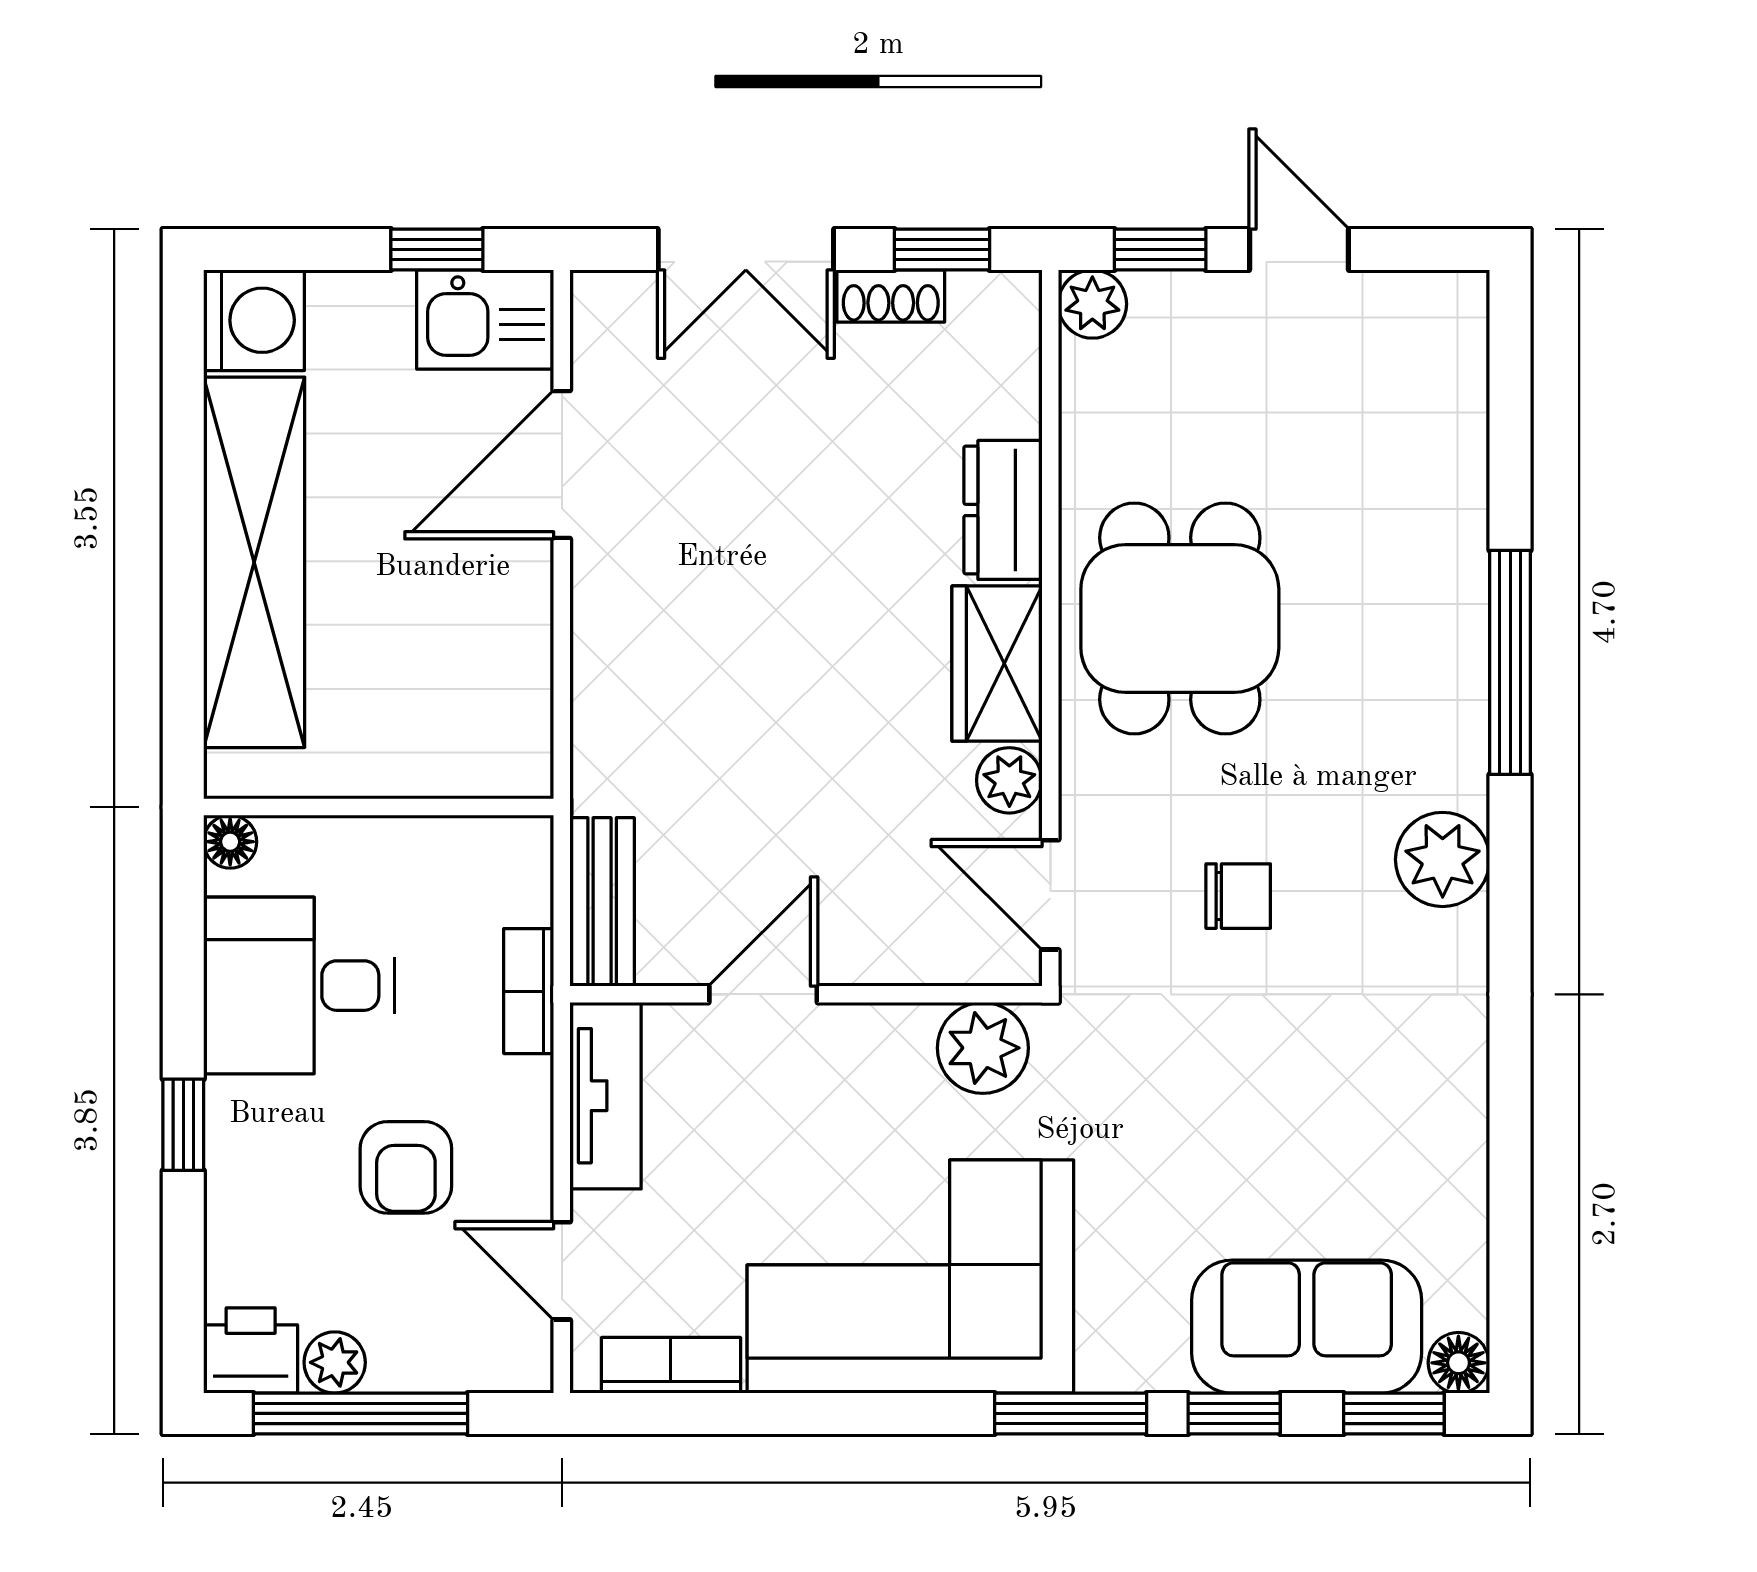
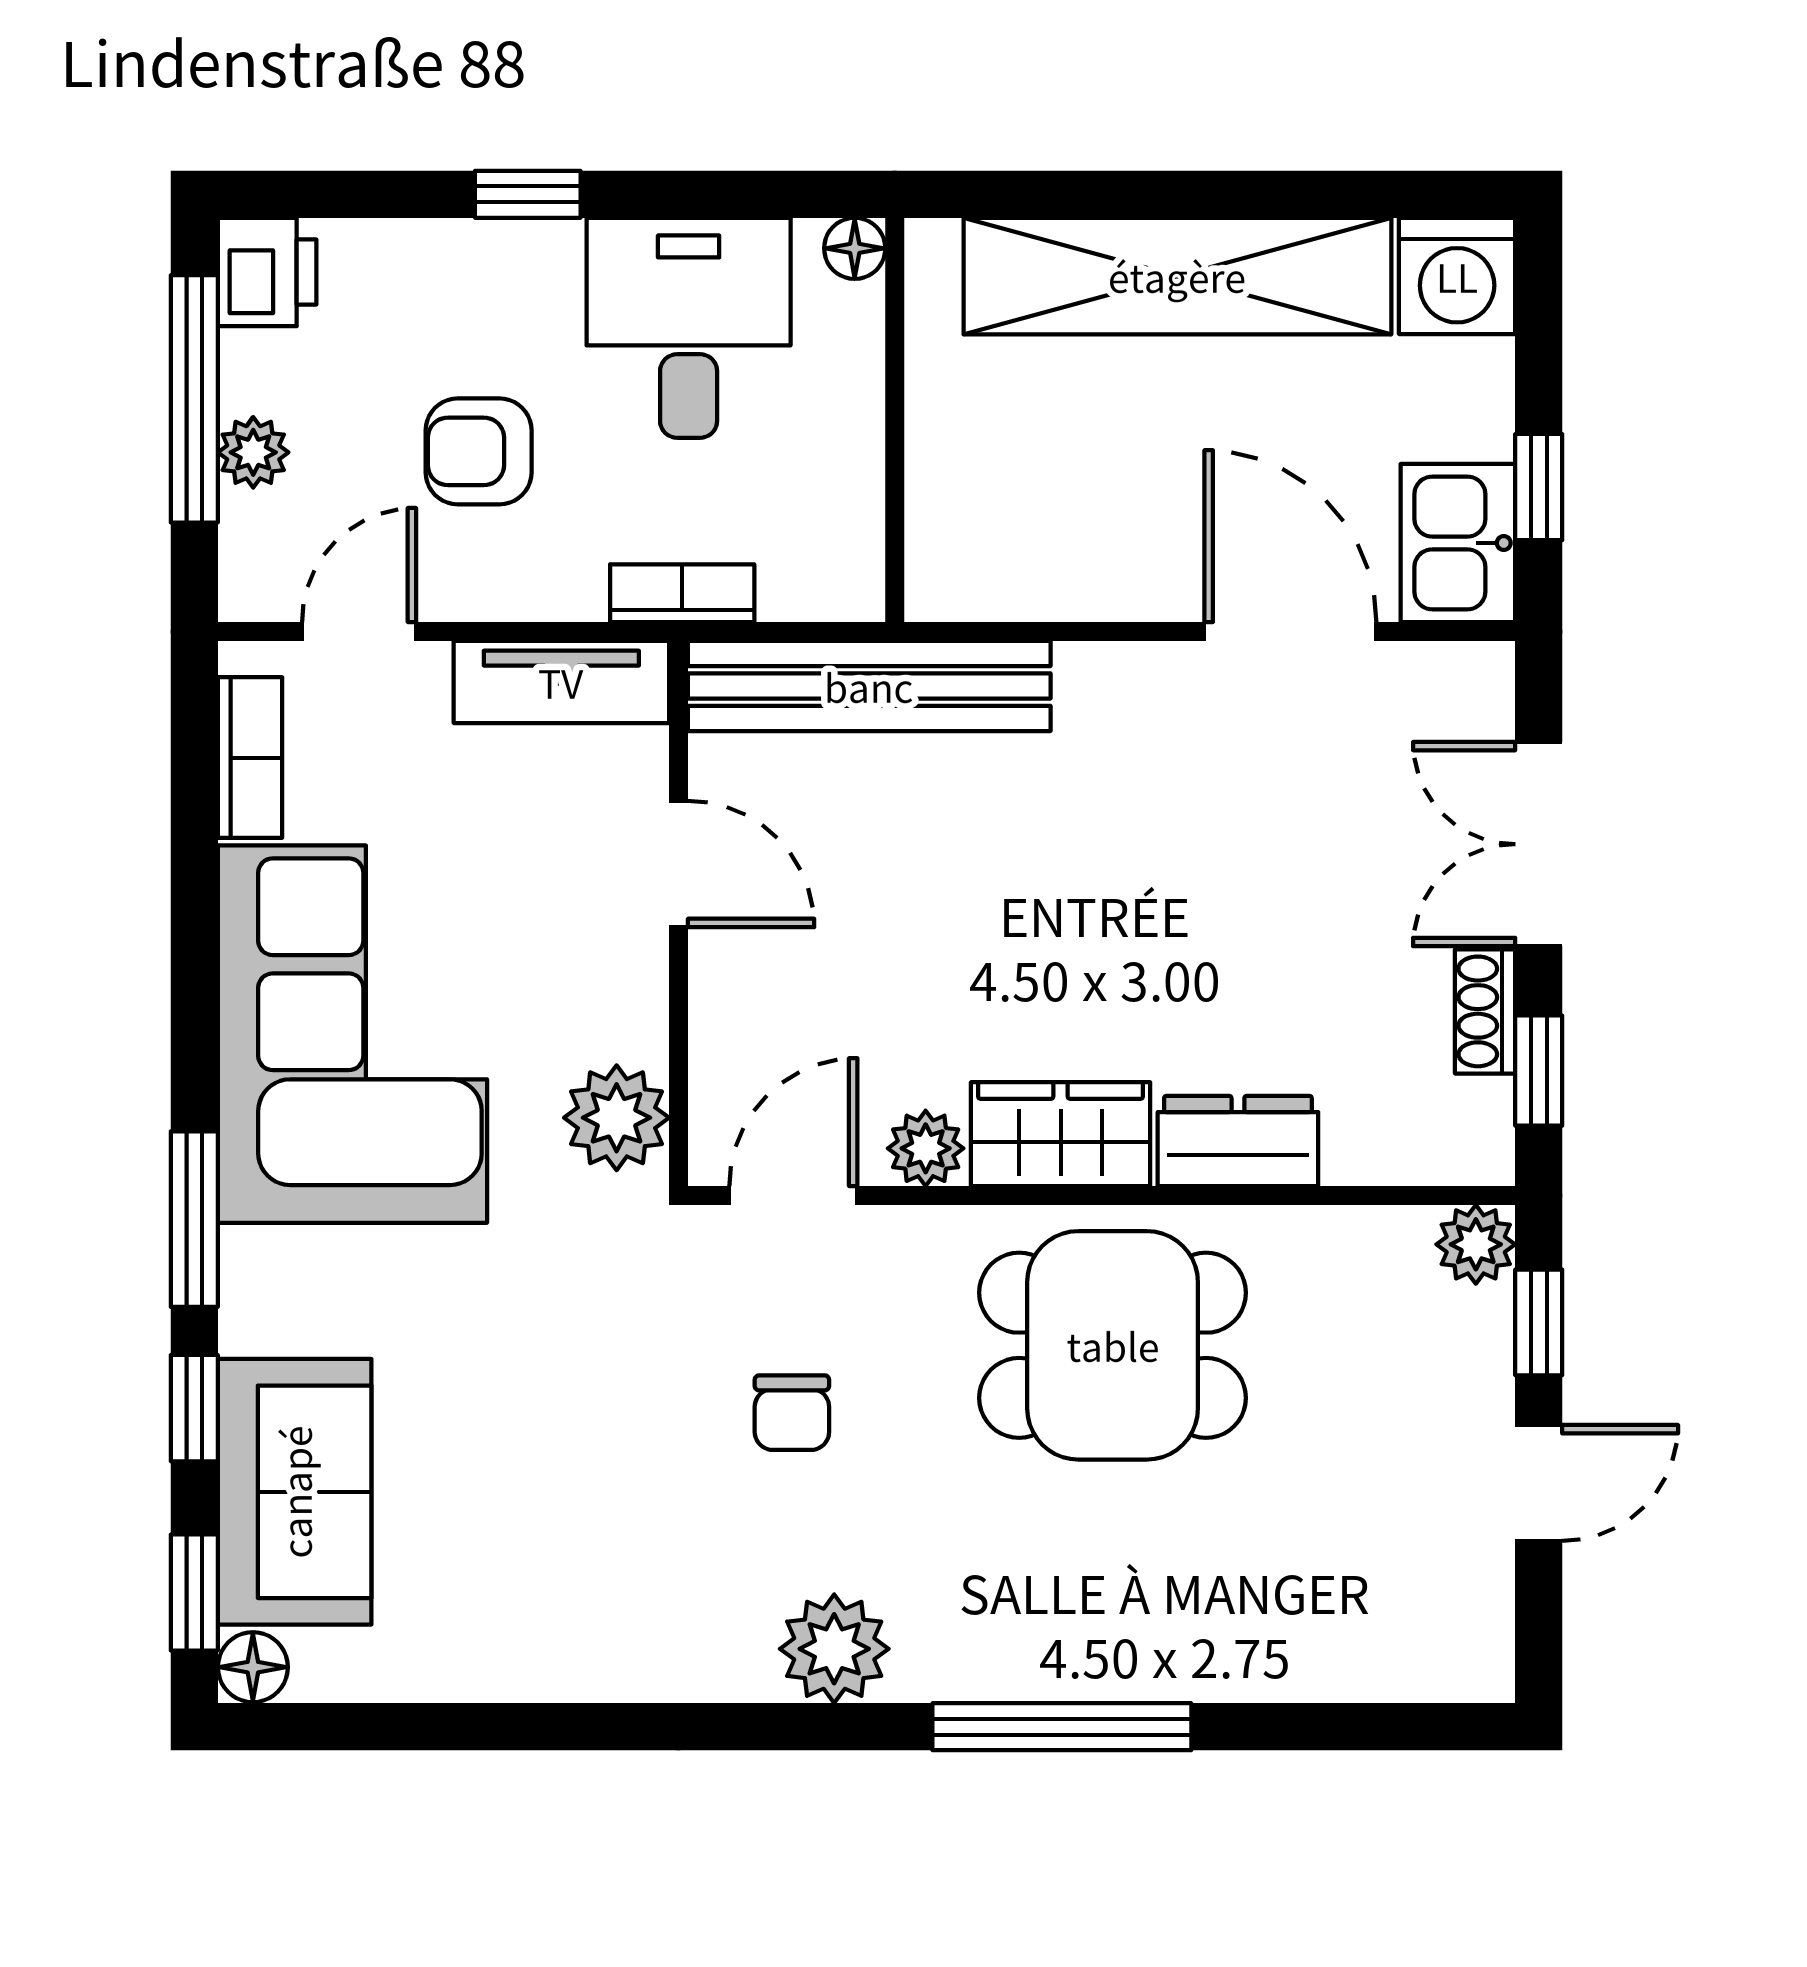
bench: (602, 902) -> (869, 686), width x1.86, depth x1.21
plant: (335, 1362) -> (253, 452), moved

